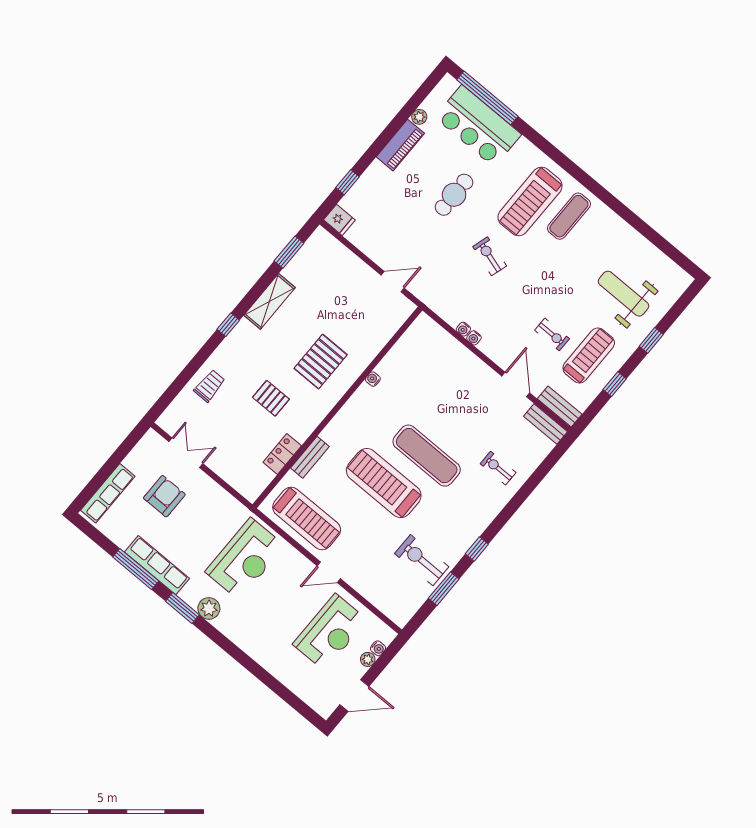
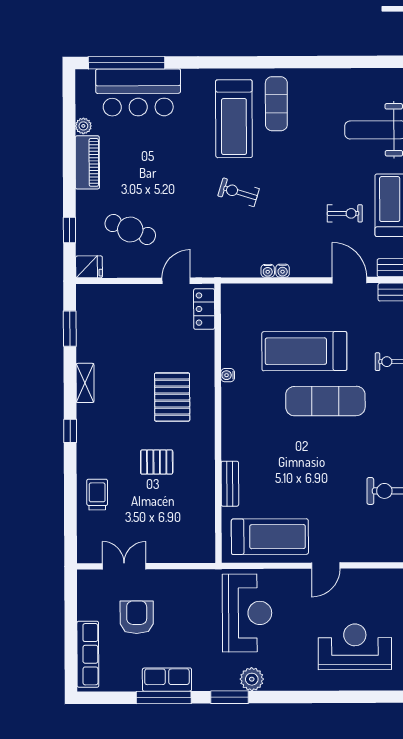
cafe table: (454, 195) -> (130, 229), moved, turned -69
shelving: (269, 301) -> (85, 383), width x0.67, depth x0.75
locker: (282, 454) -> (204, 309), moved
treadmill: (384, 483) -> (304, 351), moved
row of seats: (157, 565) -> (167, 680), width x0.68
reception desk: (330, 632) -> (355, 647), moved, turned -90

